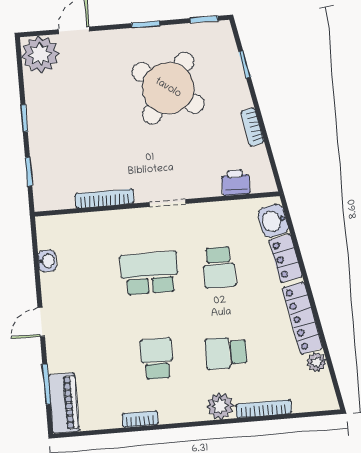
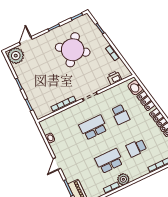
school desk: (157, 359) -> (109, 161), width x1.85
plant: (220, 406) -> (123, 179), moved

